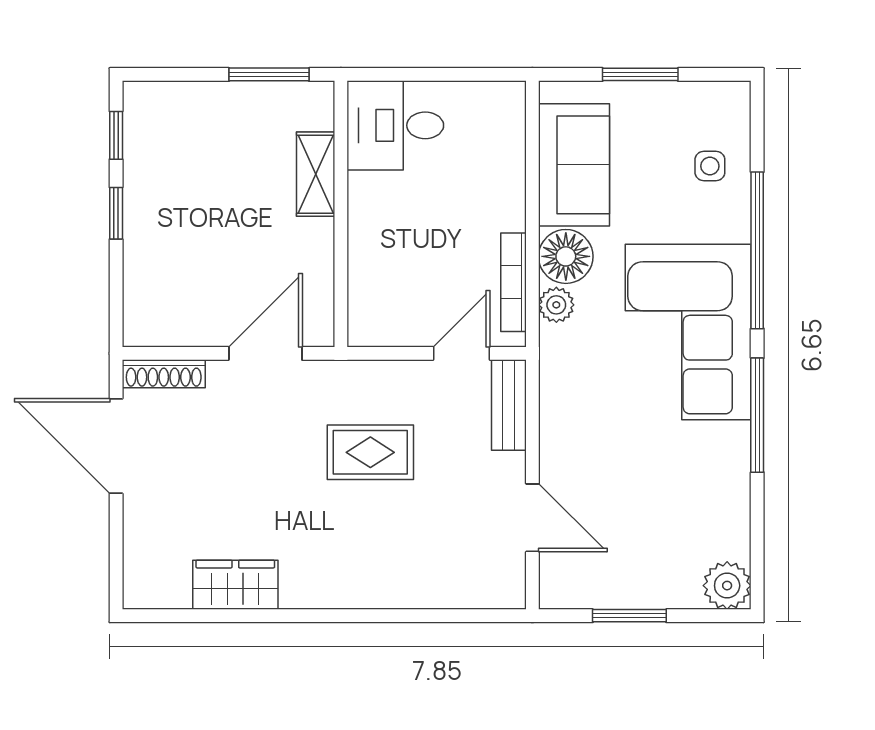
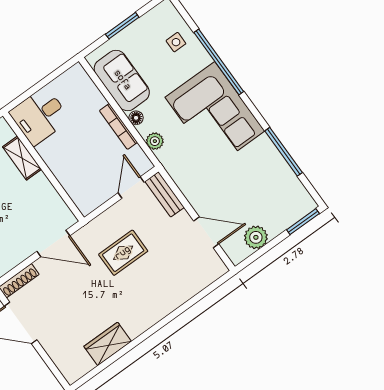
floor lamp: (566, 256) -> (136, 118), width x0.53, depth x0.53
bookcase: (514, 282) -> (118, 126), moved
door: (265, 353) -> (53, 244), swing flipped
window: (757, 415) -> (284, 152), moved
plant: (727, 586) -> (256, 237), moved
window: (629, 616) -> (303, 222), moved

